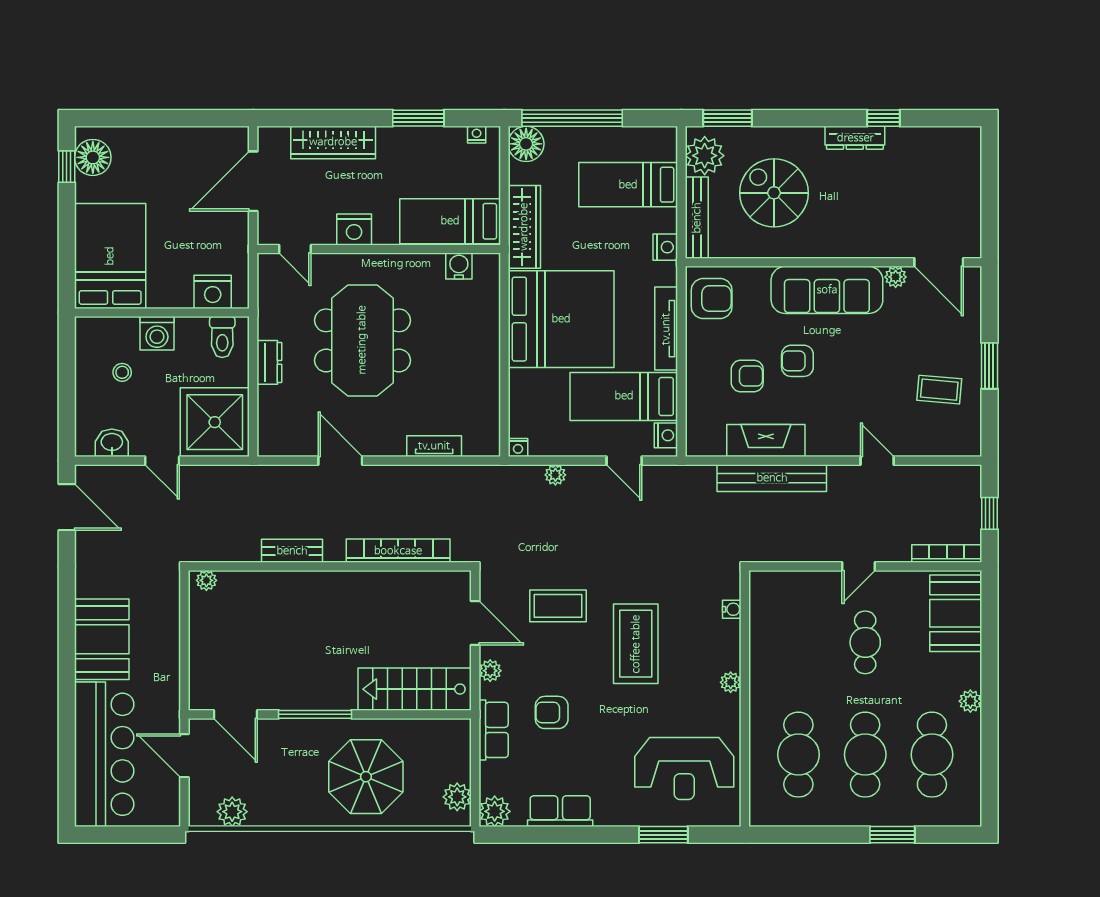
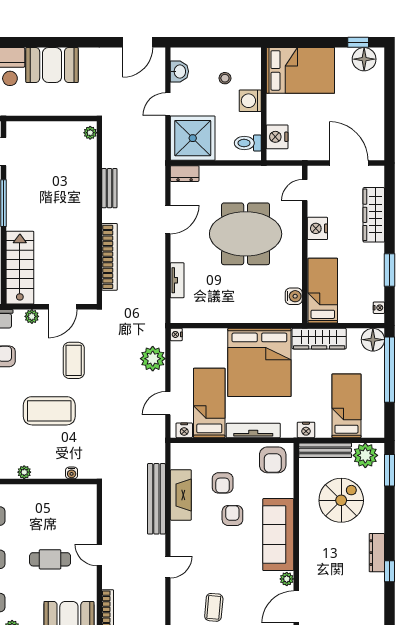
dresser: (269, 362) -> (185, 174), moved
plant: (555, 475) -> (153, 359), width x1.88, depth x1.88

